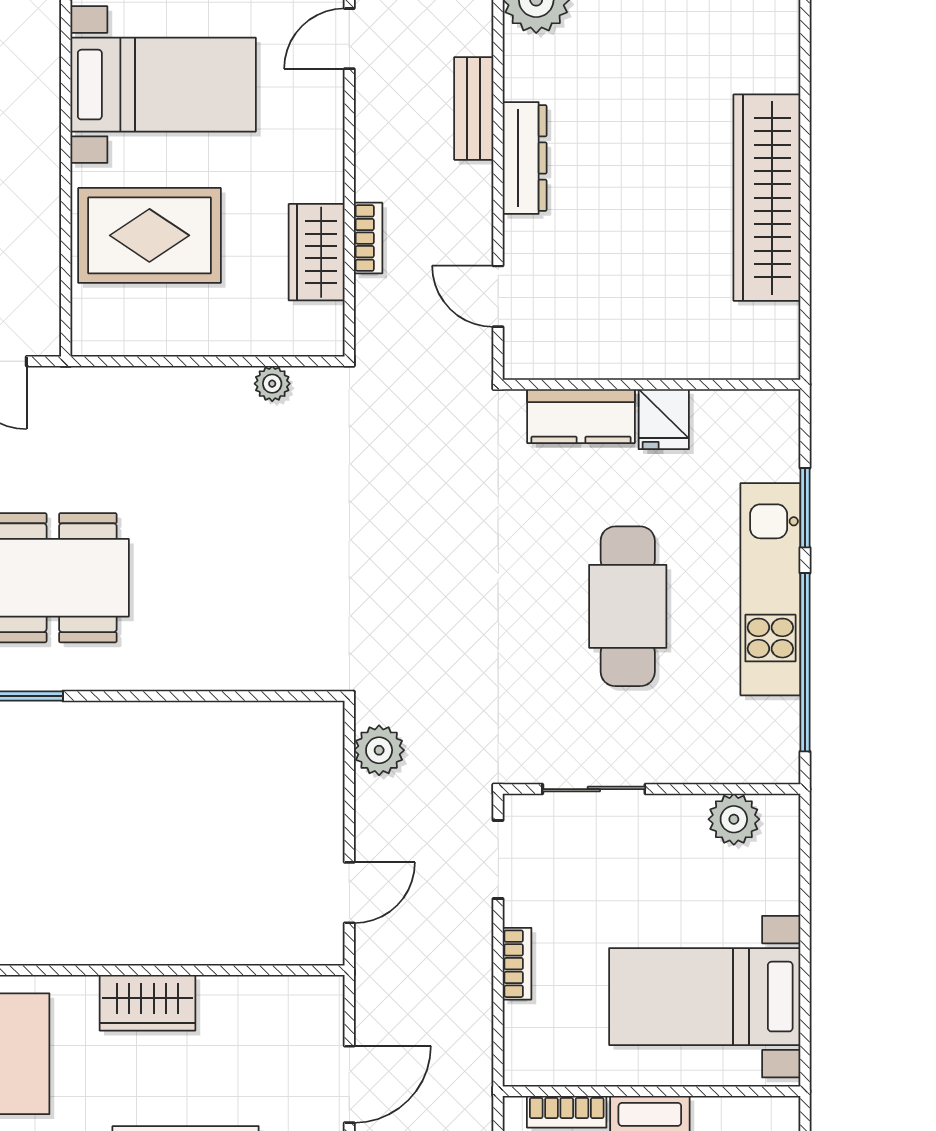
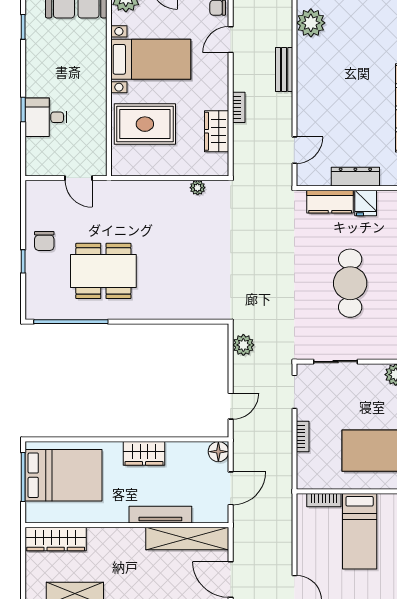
dresser: (525, 158) -> (355, 177), moved, turned -90
bookcase: (368, 238) -> (239, 107), moved
door: (498, 296) -> (294, 150), swing flipped
floor lamp: (321, 999) -> (218, 452), added

